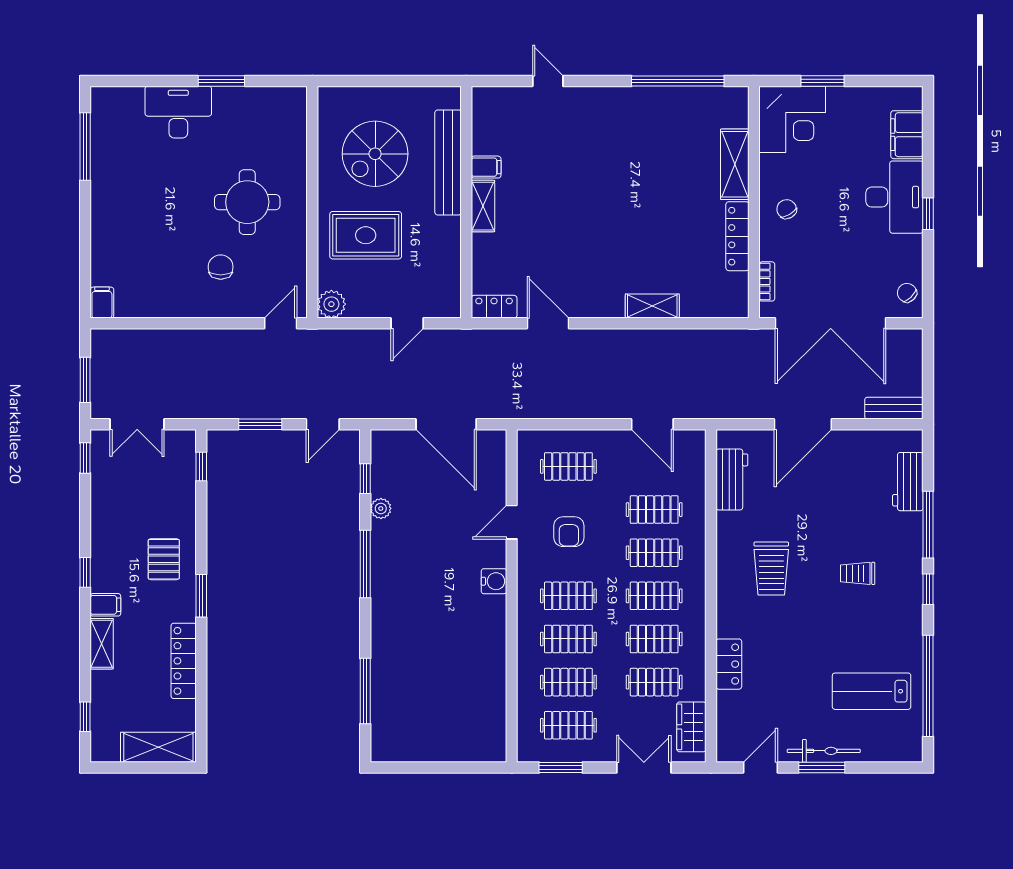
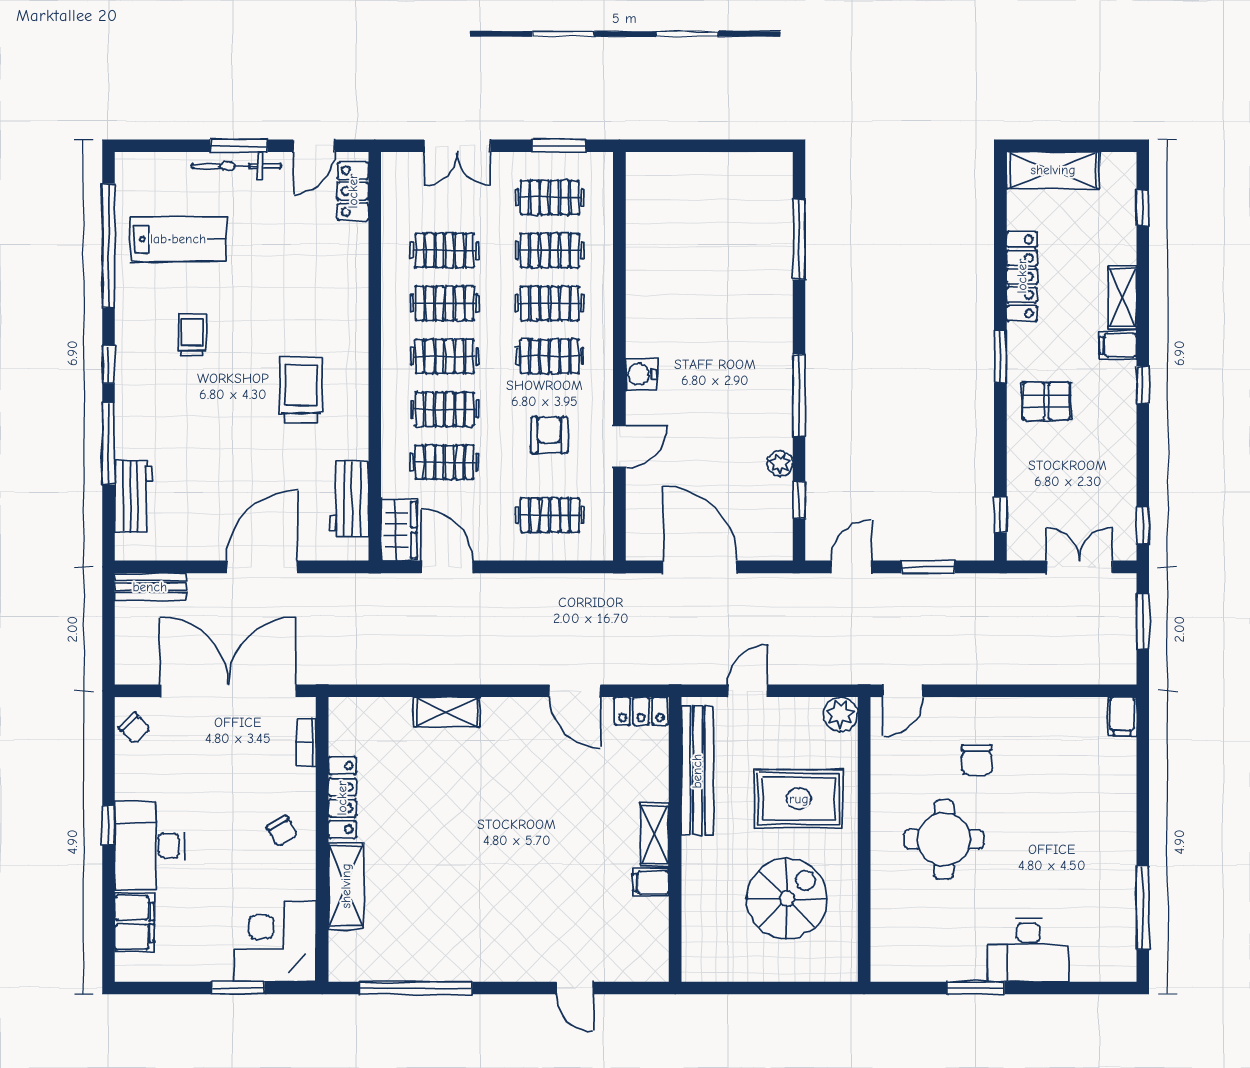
bench: (448, 162) -> (697, 771), moved
pallet: (164, 559) -> (1046, 401), turned 90
trolley: (858, 573) -> (192, 335), moved, turned -90
locker: (729, 664) -> (353, 191), moved
wardrobe: (691, 727) -> (399, 530), moved

